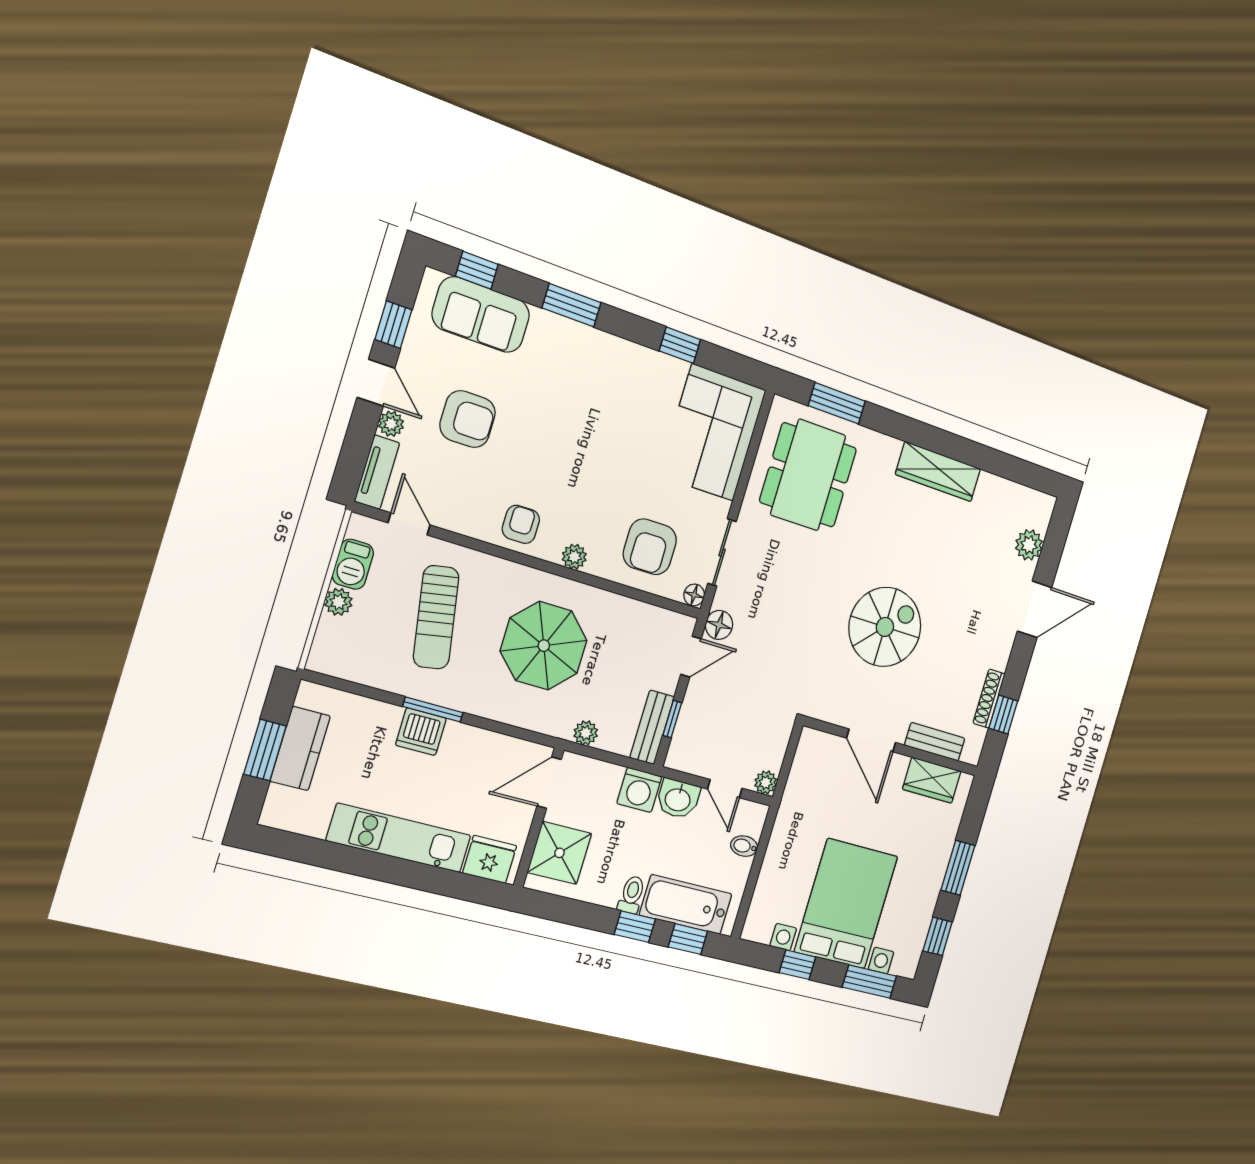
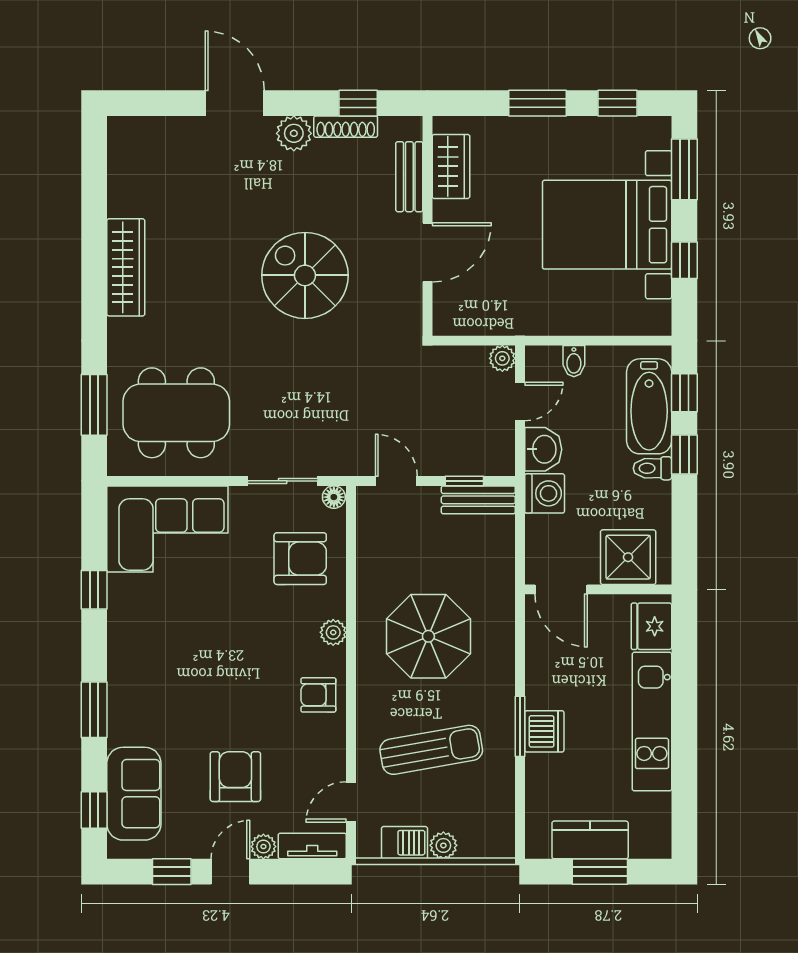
plant: (1029, 545) -> (294, 133), moved
floor lamp: (719, 625) -> (356, 461), removed
plant: (586, 733) -> (502, 567), removed

